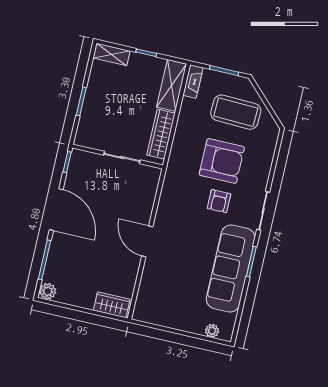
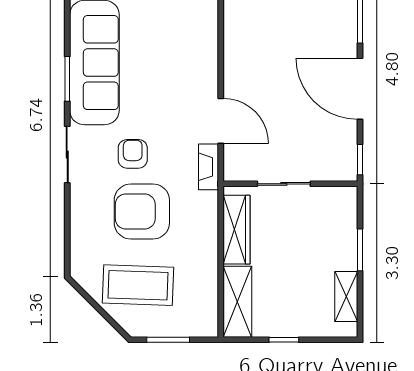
shelving: (111, 54) -> (346, 297), moved, turned 90
fireplace: (193, 81) -> (209, 167), moved
door: (147, 241) -> (221, 121), moved

